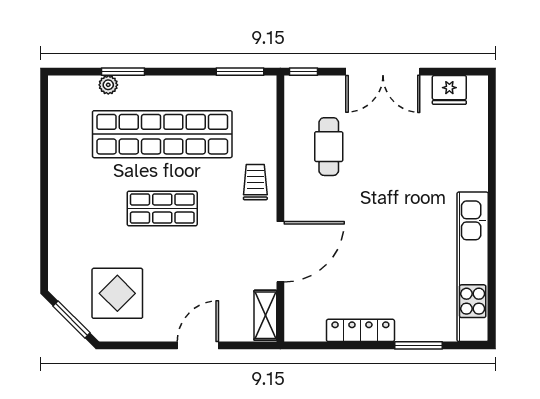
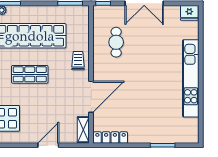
fridge: (449, 90) -> (189, 13), moved
kitchen unit: (473, 267) -> (191, 78), moved
locker: (360, 330) -> (111, 138), moved

